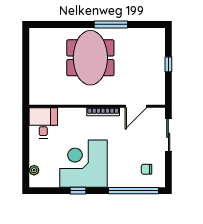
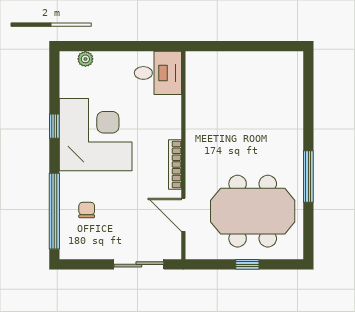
meeting table: (90, 58) -> (253, 211), moved
chair: (147, 169) -> (87, 210), moved

